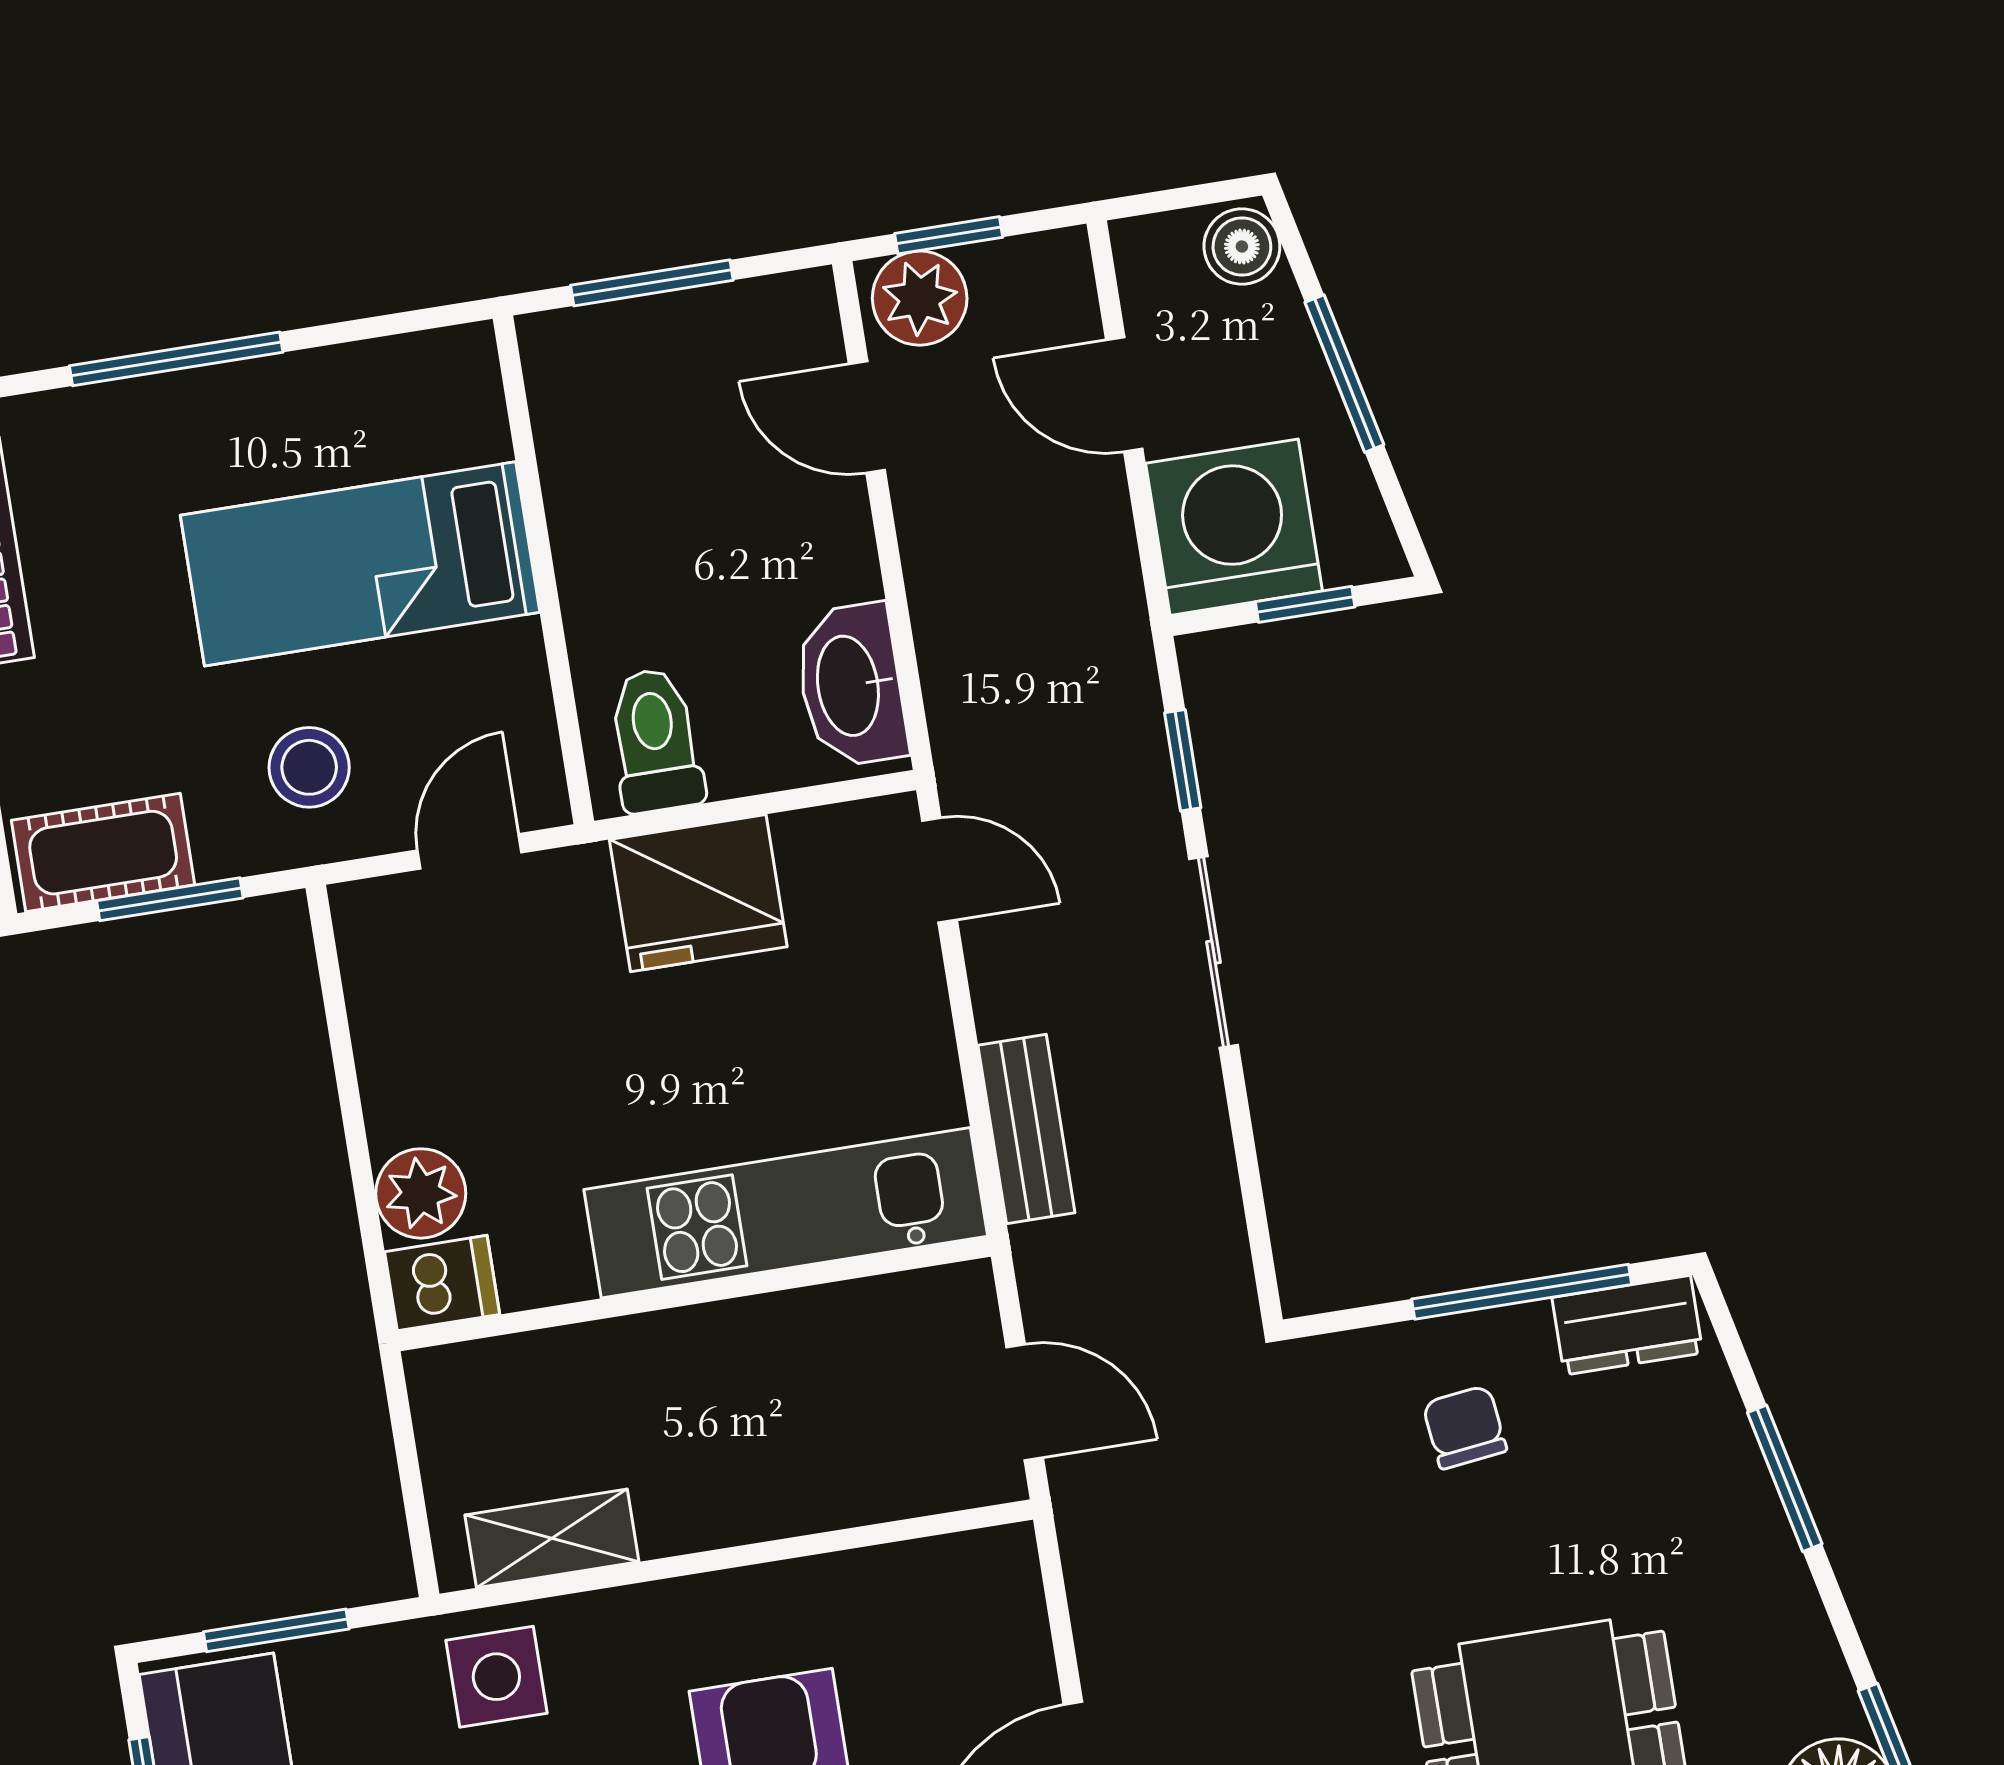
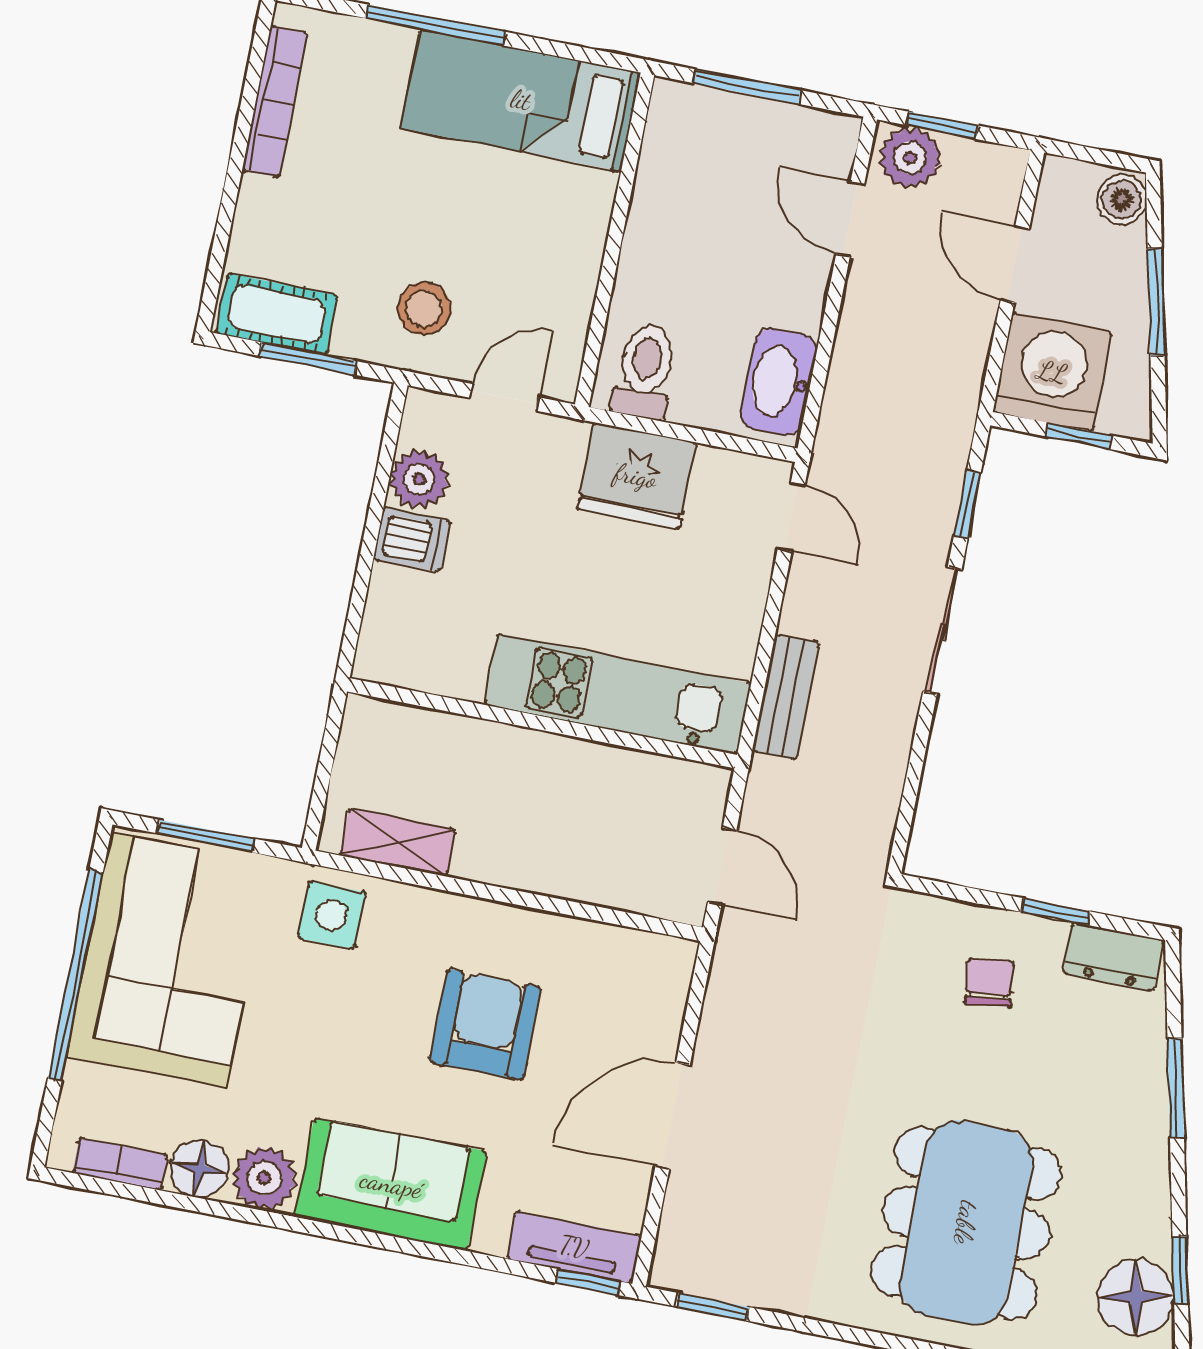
bed: (360, 564) -> (521, 100), moved
plant: (421, 1193) -> (419, 479), moved
dishwasher: (442, 1283) -> (412, 540), moved
window: (1522, 1292) -> (1055, 912), width x0.46

